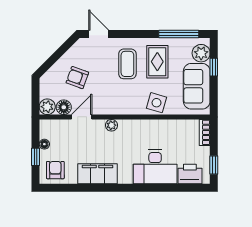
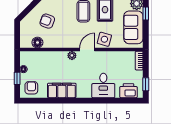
plant: (47, 107) -> (26, 42), removed
door: (82, 117) -> (87, 50), moved
desk: (155, 167) -> (103, 85), width x0.73

